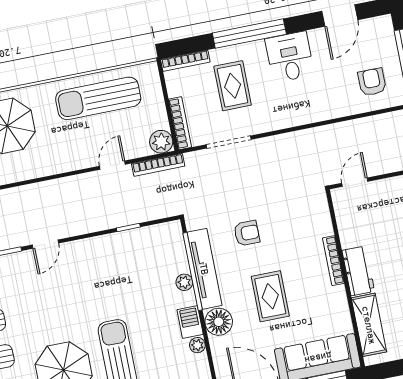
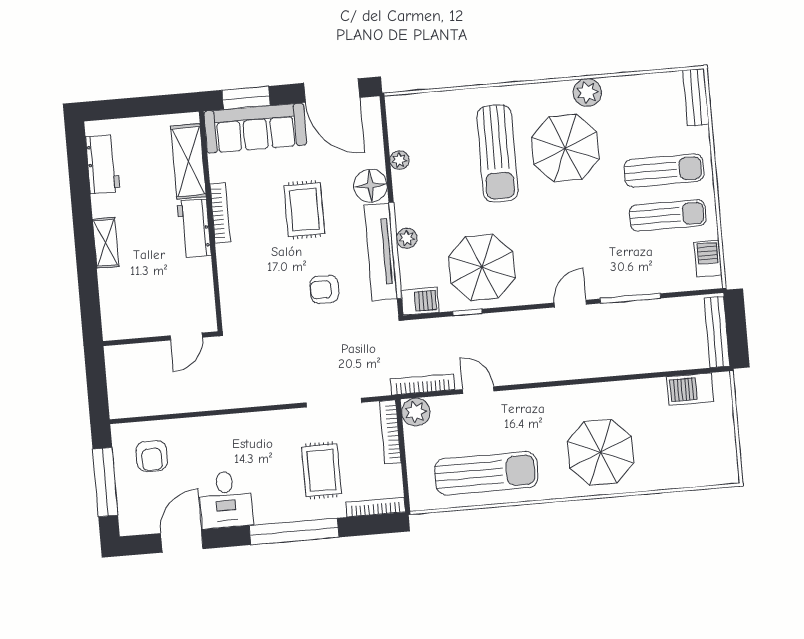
desk: (290, 57) -> (226, 499), moved
door: (112, 165) -> (478, 390), swing flipped
bookcase: (333, 261) -> (220, 213), moved
parasol: (121, 265) -> (482, 267), added
barbecue: (190, 322) -> (420, 301), moved, turned -90

